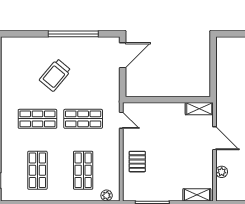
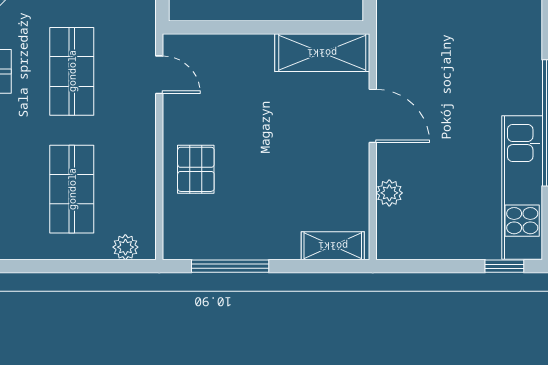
shelving: (199, 109) -> (322, 53), width x1.50, depth x1.33
shop shelf: (83, 119) -> (72, 71), turned 90

